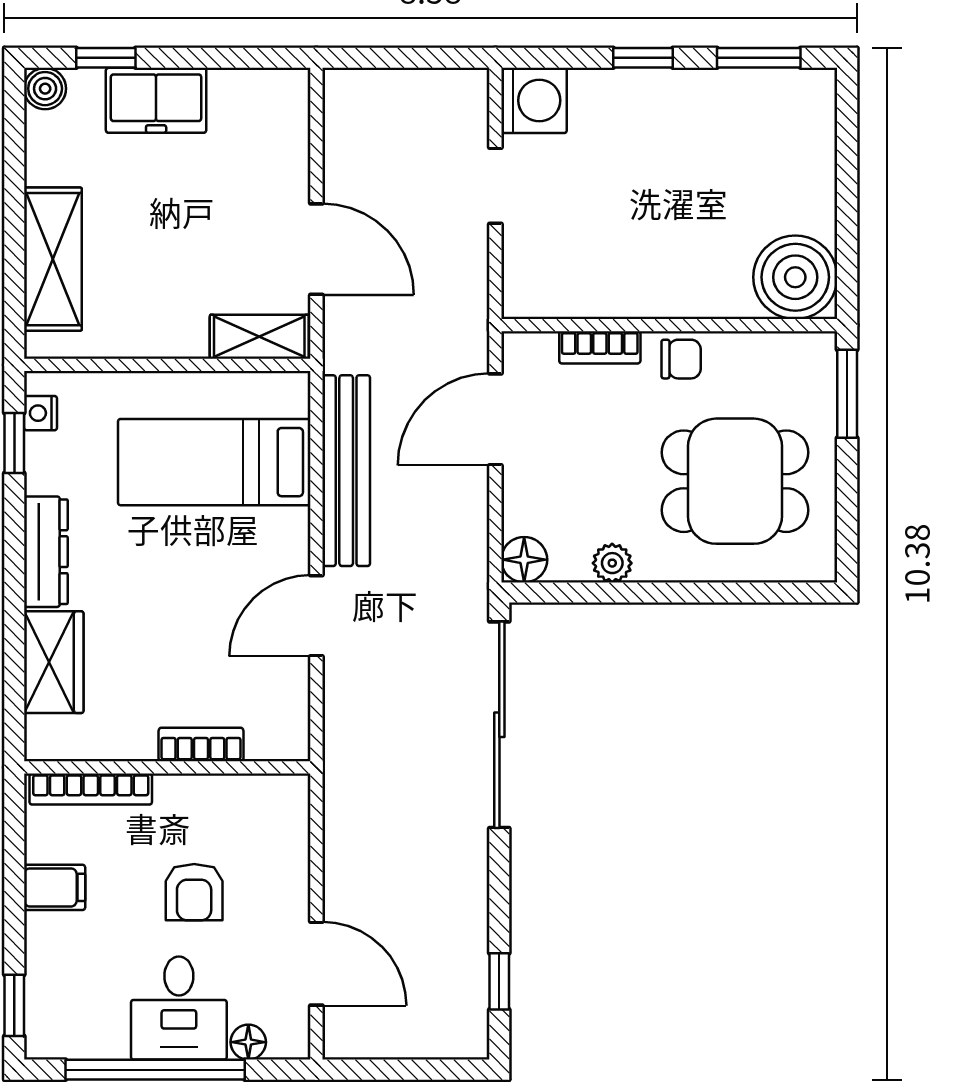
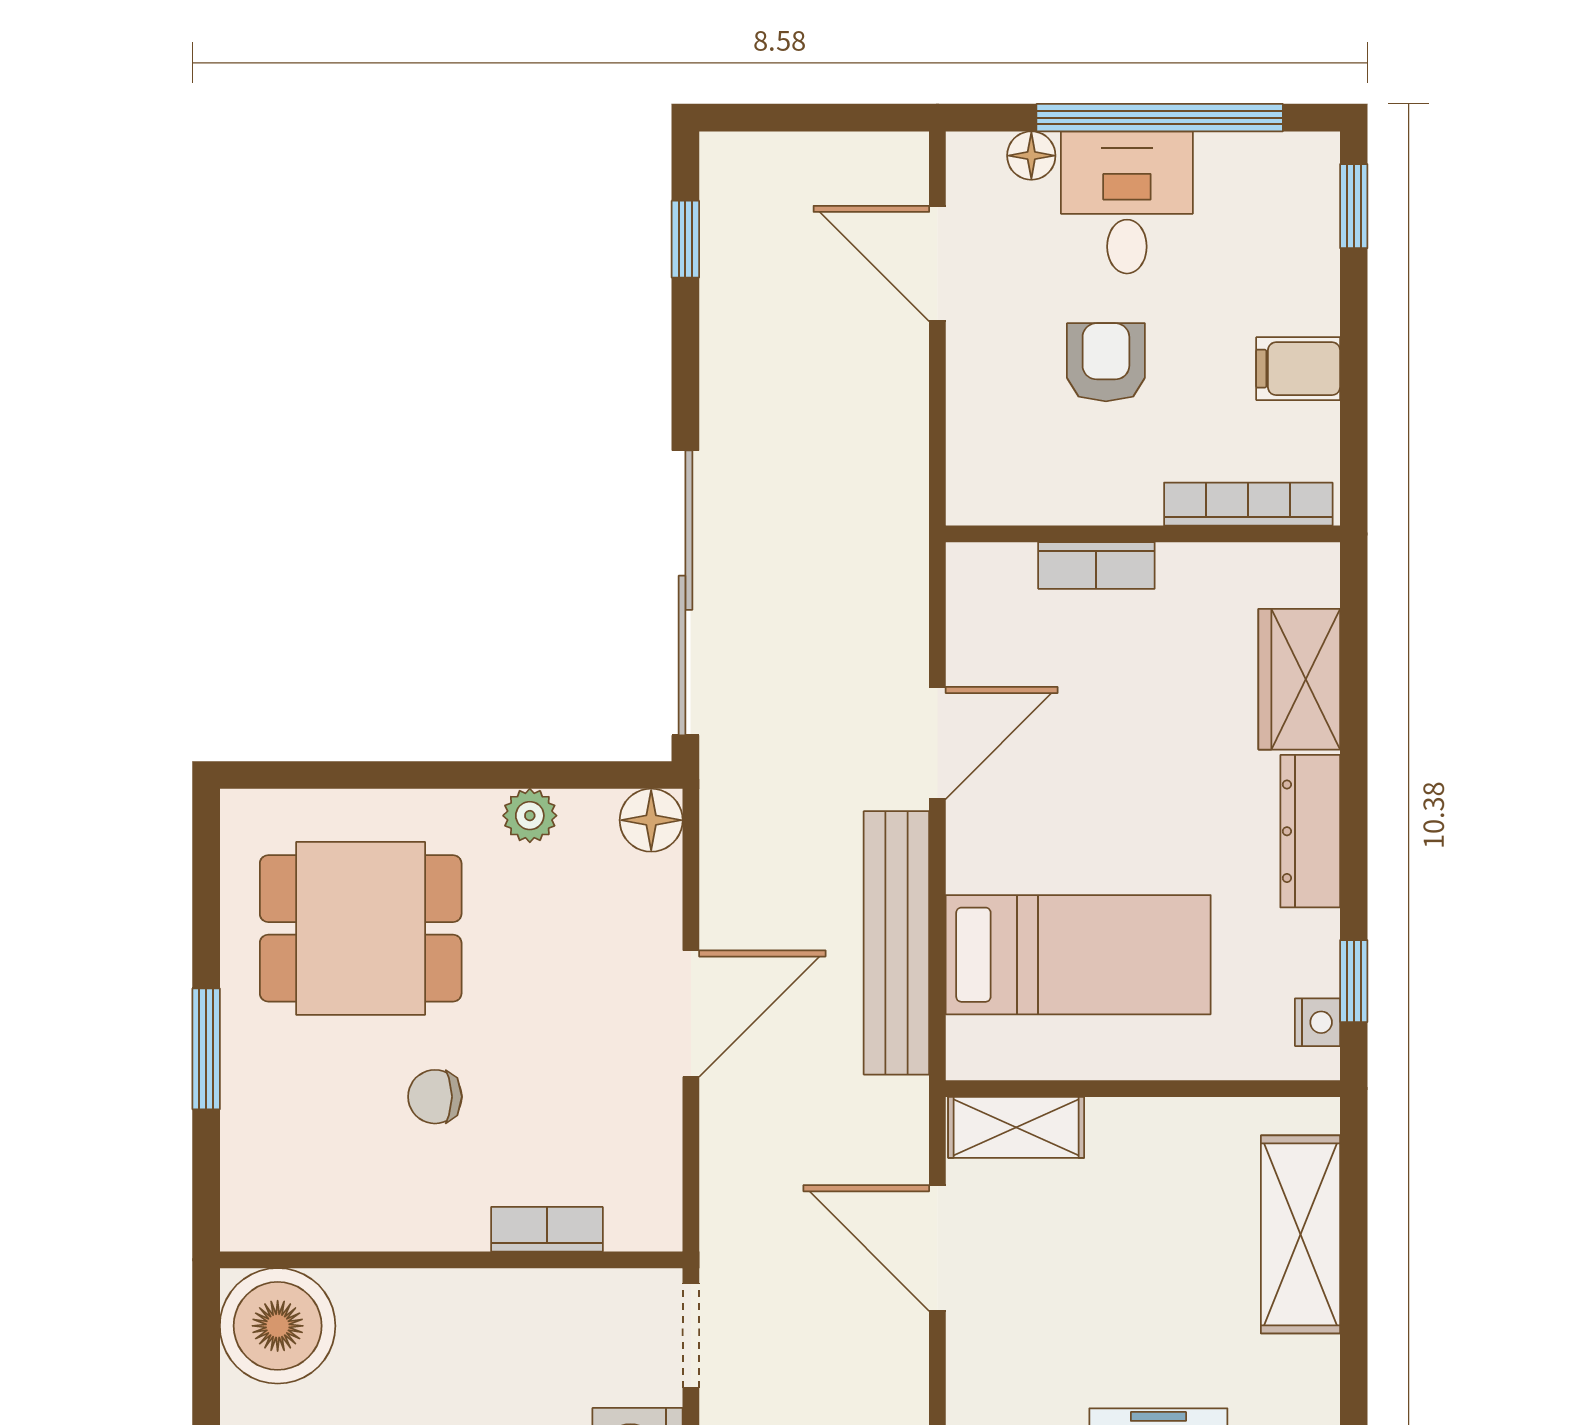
boiler: (795, 277) -> (278, 1326), moved
wall: (669, 325) -> (451, 1260), moved
bookcase: (600, 347) -> (547, 1229), moved

